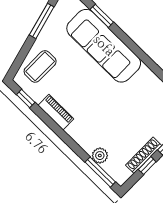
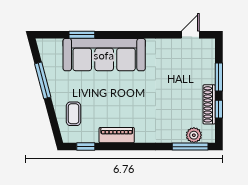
coffee table: (40, 66) -> (74, 114), width x0.73, depth x0.77
plant: (100, 156) -> (194, 135), moved

